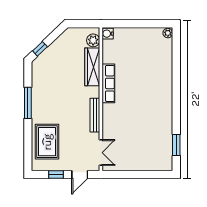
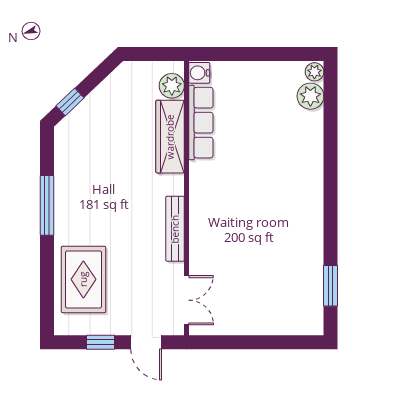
plant: (166, 46) -> (310, 96), added
row of seats: (108, 83) -> (201, 123), moved
door: (80, 174) -> (146, 342), hinge flipped

